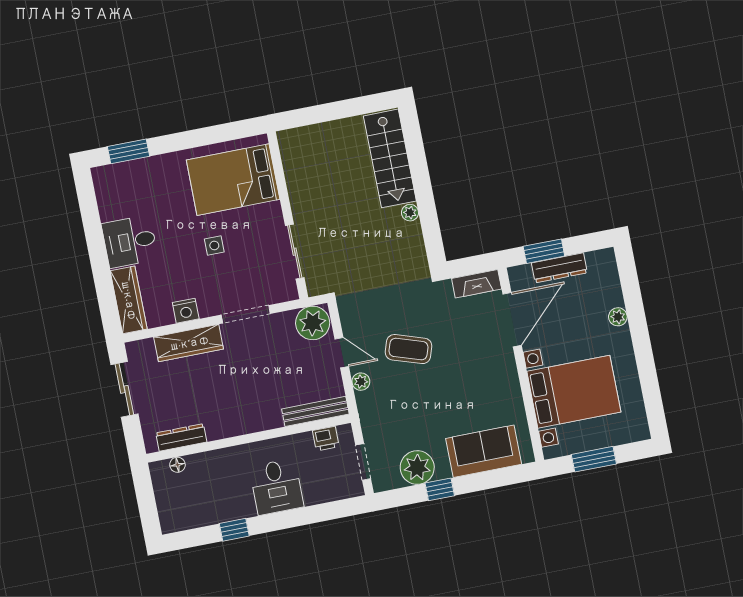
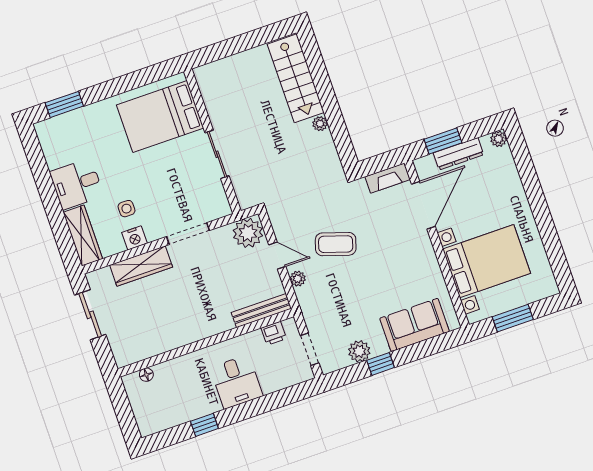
side table: (214, 246) -> (126, 209), moved
sliding door: (295, 252) -> (217, 154), moved
plant: (618, 317) -> (499, 139), moved
dresser: (181, 437) -> (146, 350), removed
plant: (417, 467) -> (359, 351), width x0.73, depth x0.73

